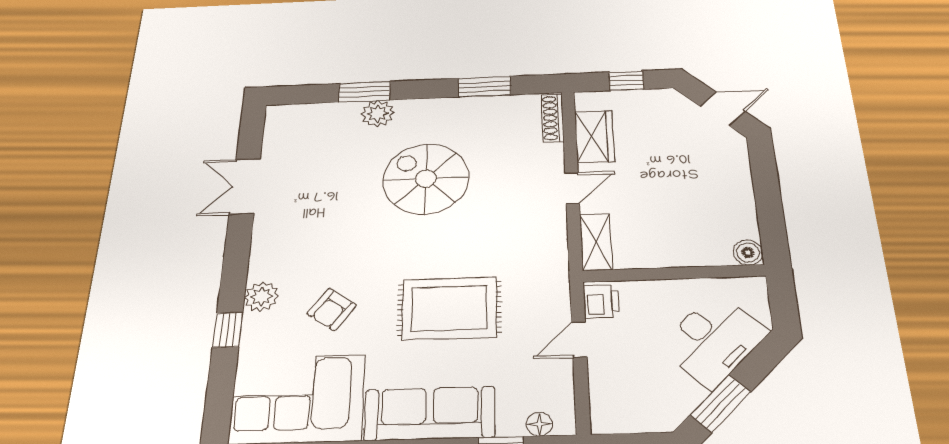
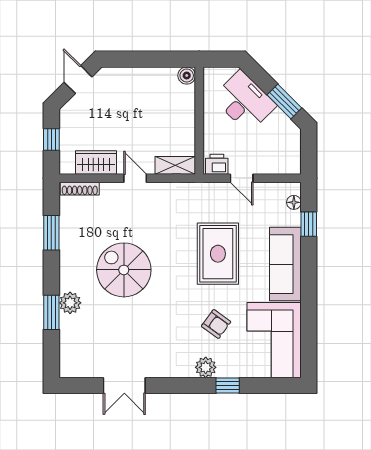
spiral stairs: (426, 179) -> (124, 270), turned 90

